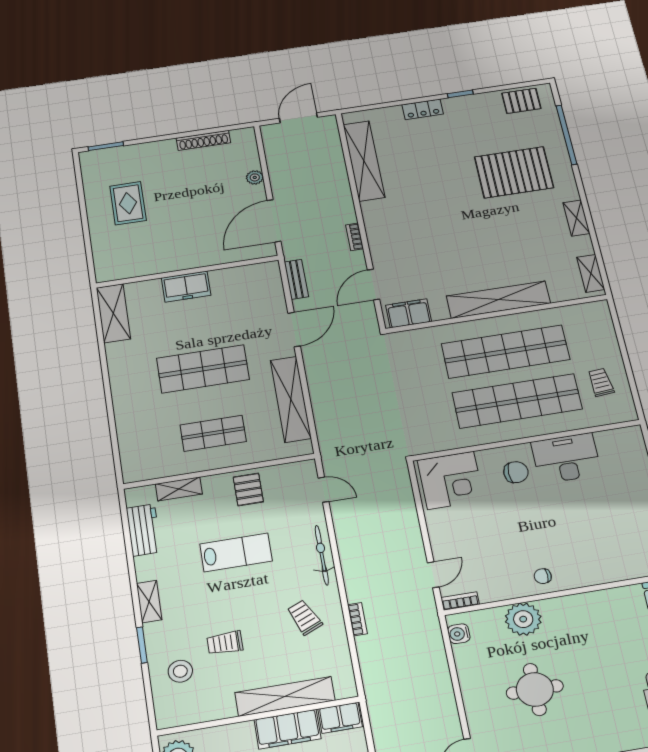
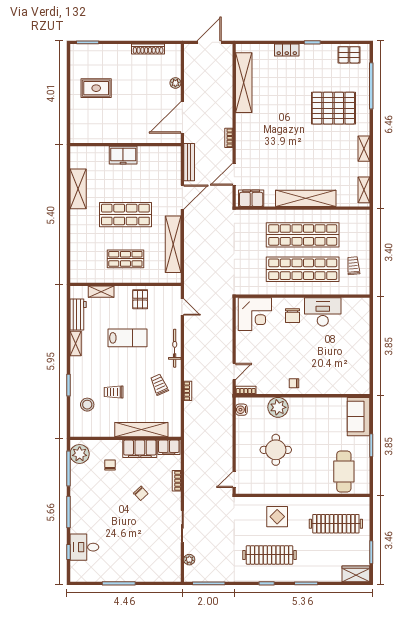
rug: (128, 203) -> (96, 88), turned 90
bench: (296, 279) -> (189, 162), width x1.36
shelving: (113, 313) -> (78, 189), moved
chair: (516, 472) -> (293, 316), turned 90
shelving: (149, 601) -> (76, 344), moved

